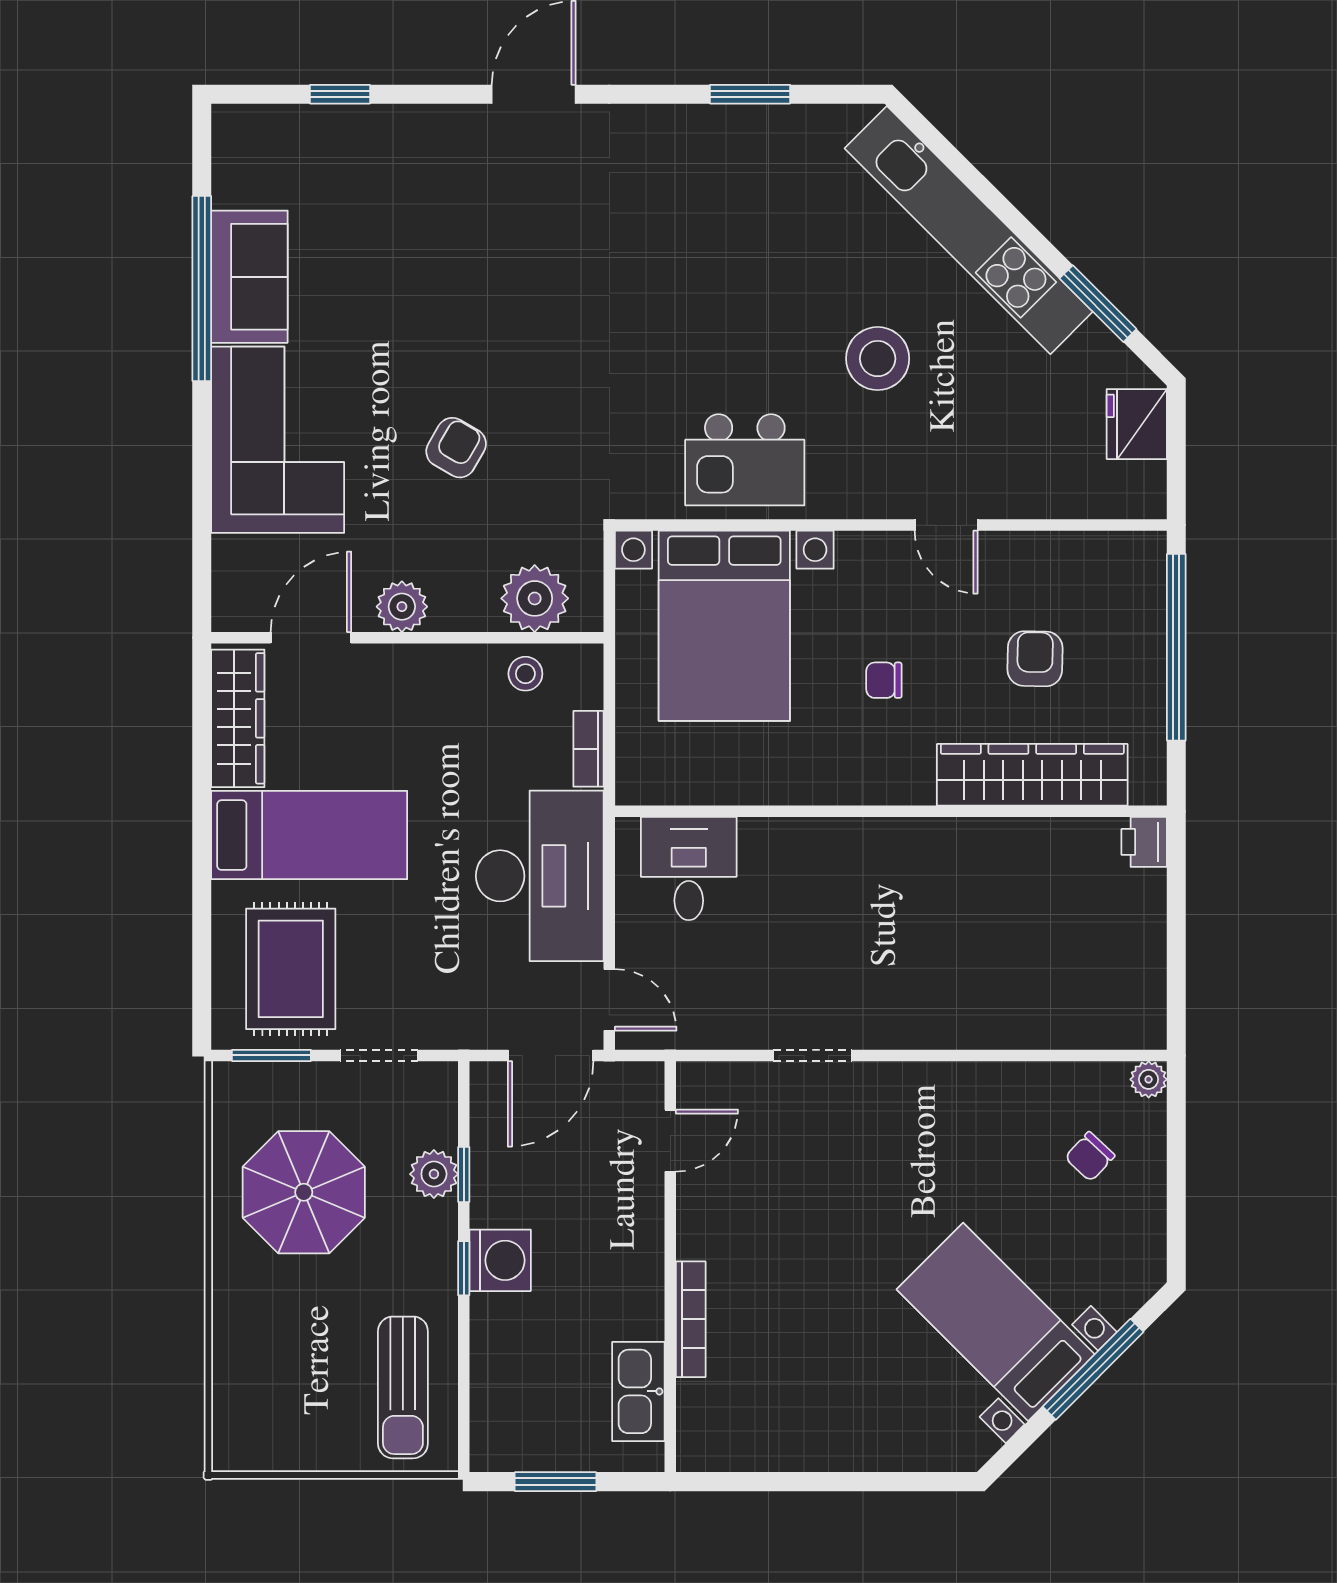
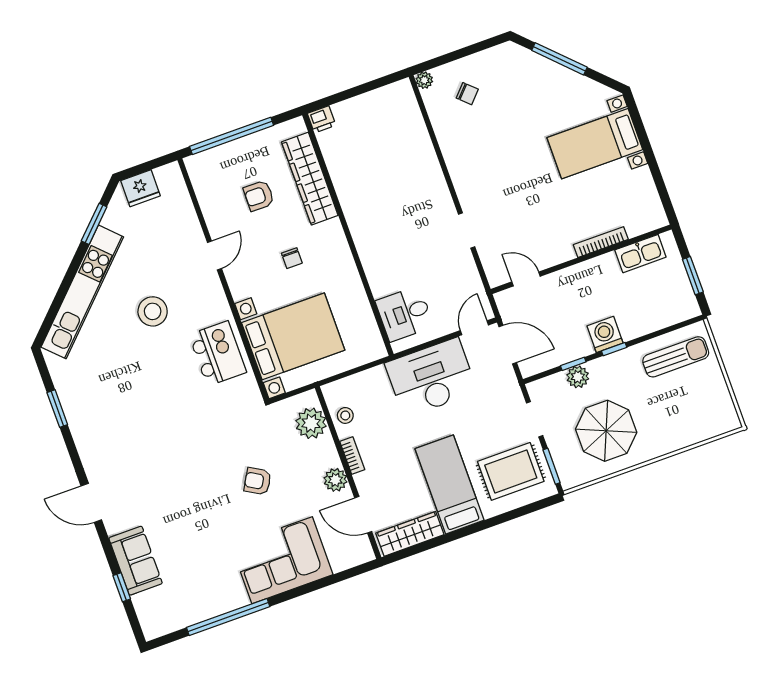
sofa: (249, 277) -> (136, 561), moved, turned 90
bookcase: (588, 749) -> (352, 456), moved, turned -90
bed with nightstands: (996, 1322) -> (595, 144), moved, turned 45

